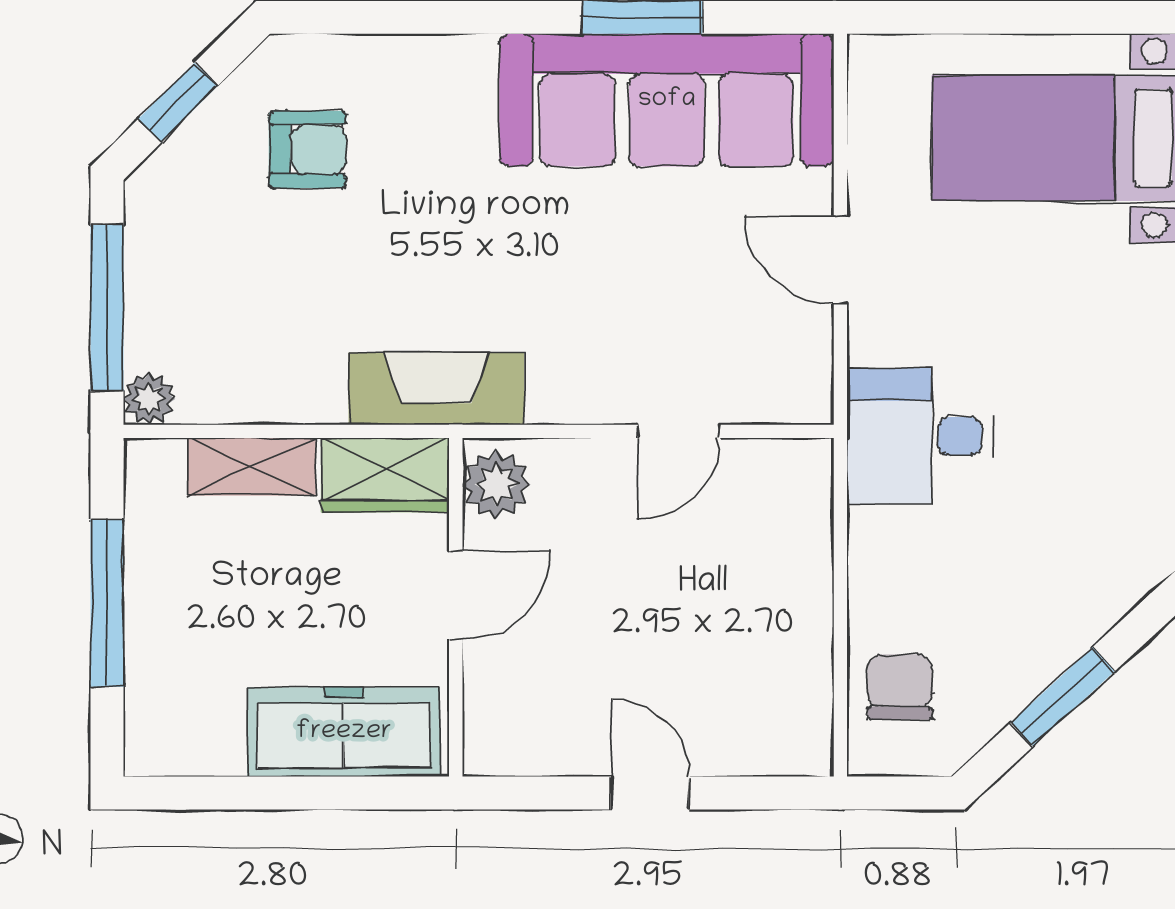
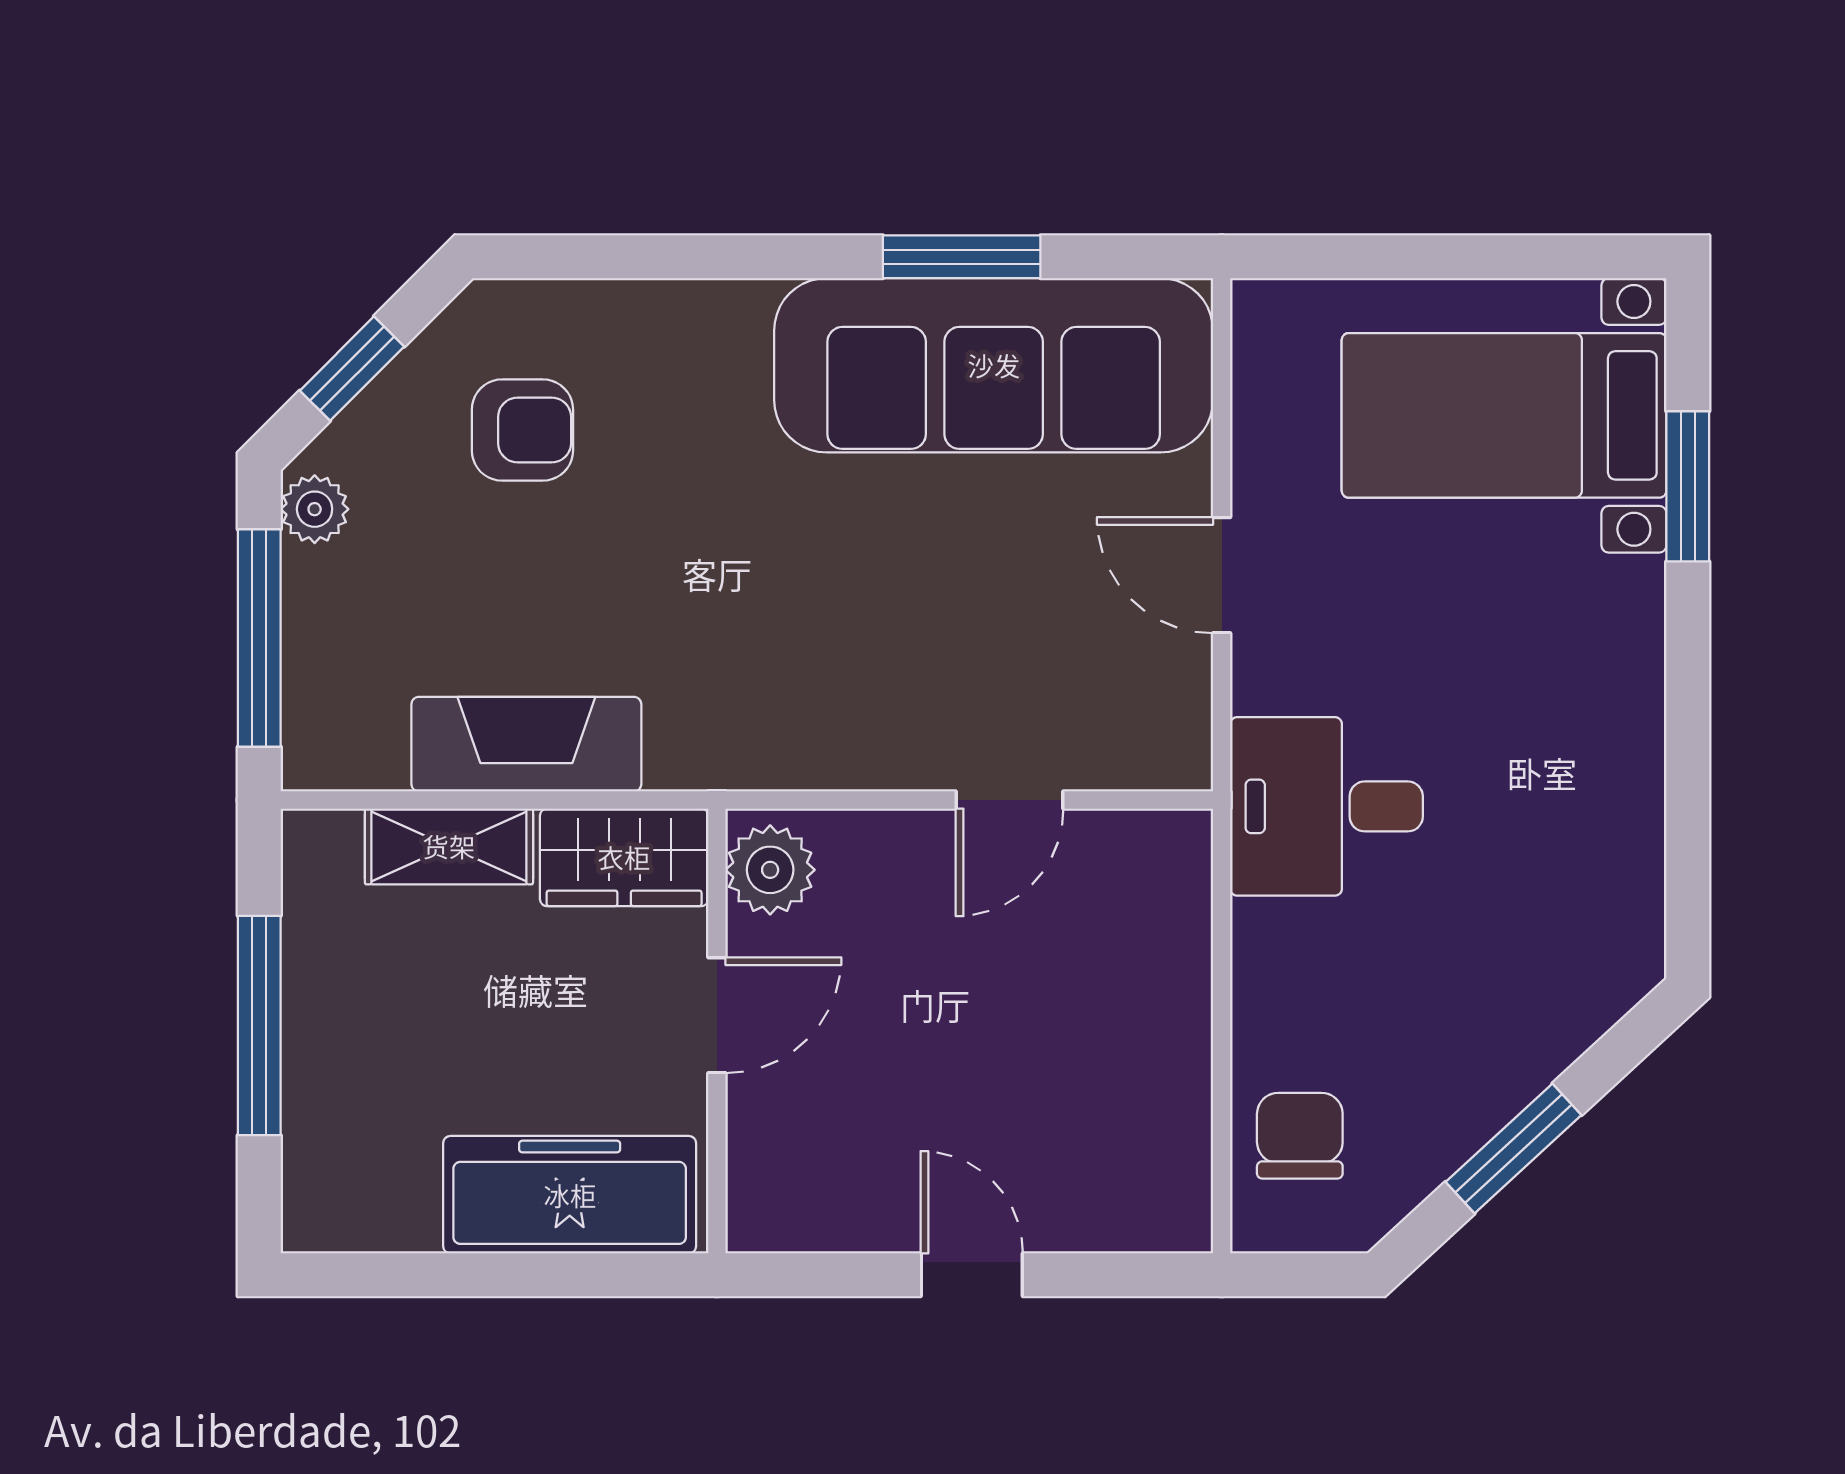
fireplace: (436, 389) -> (526, 744), moved
plant: (149, 399) -> (315, 509), moved

